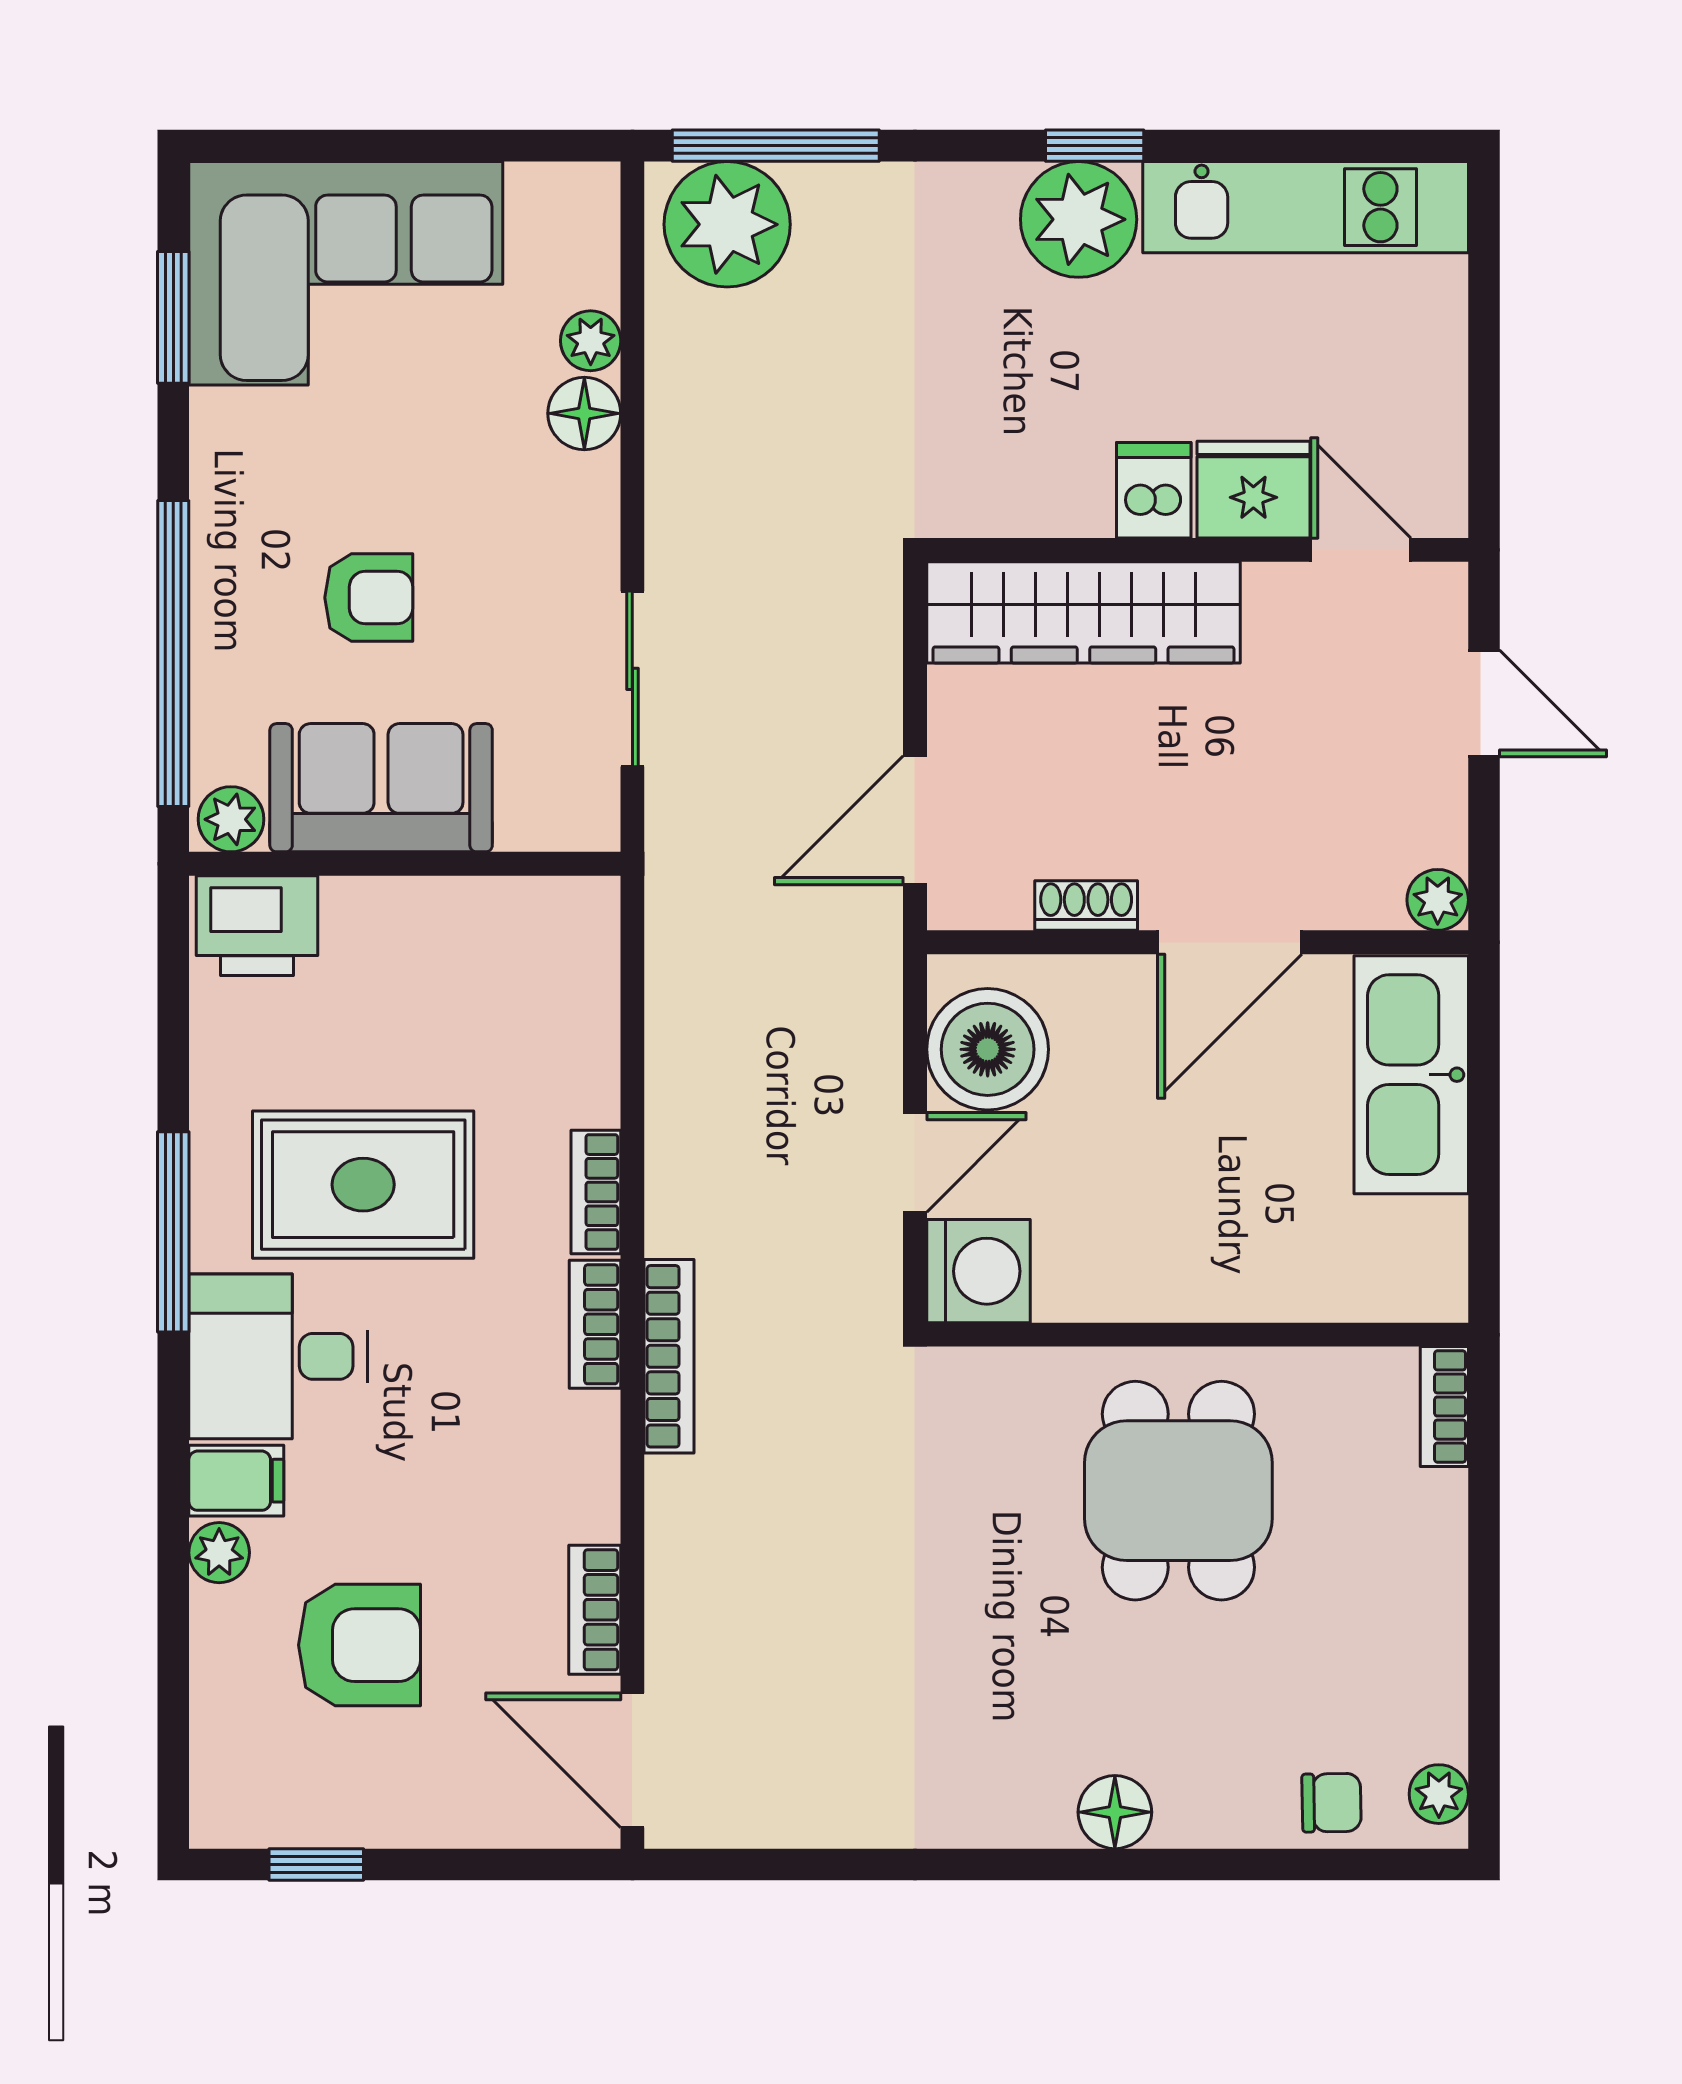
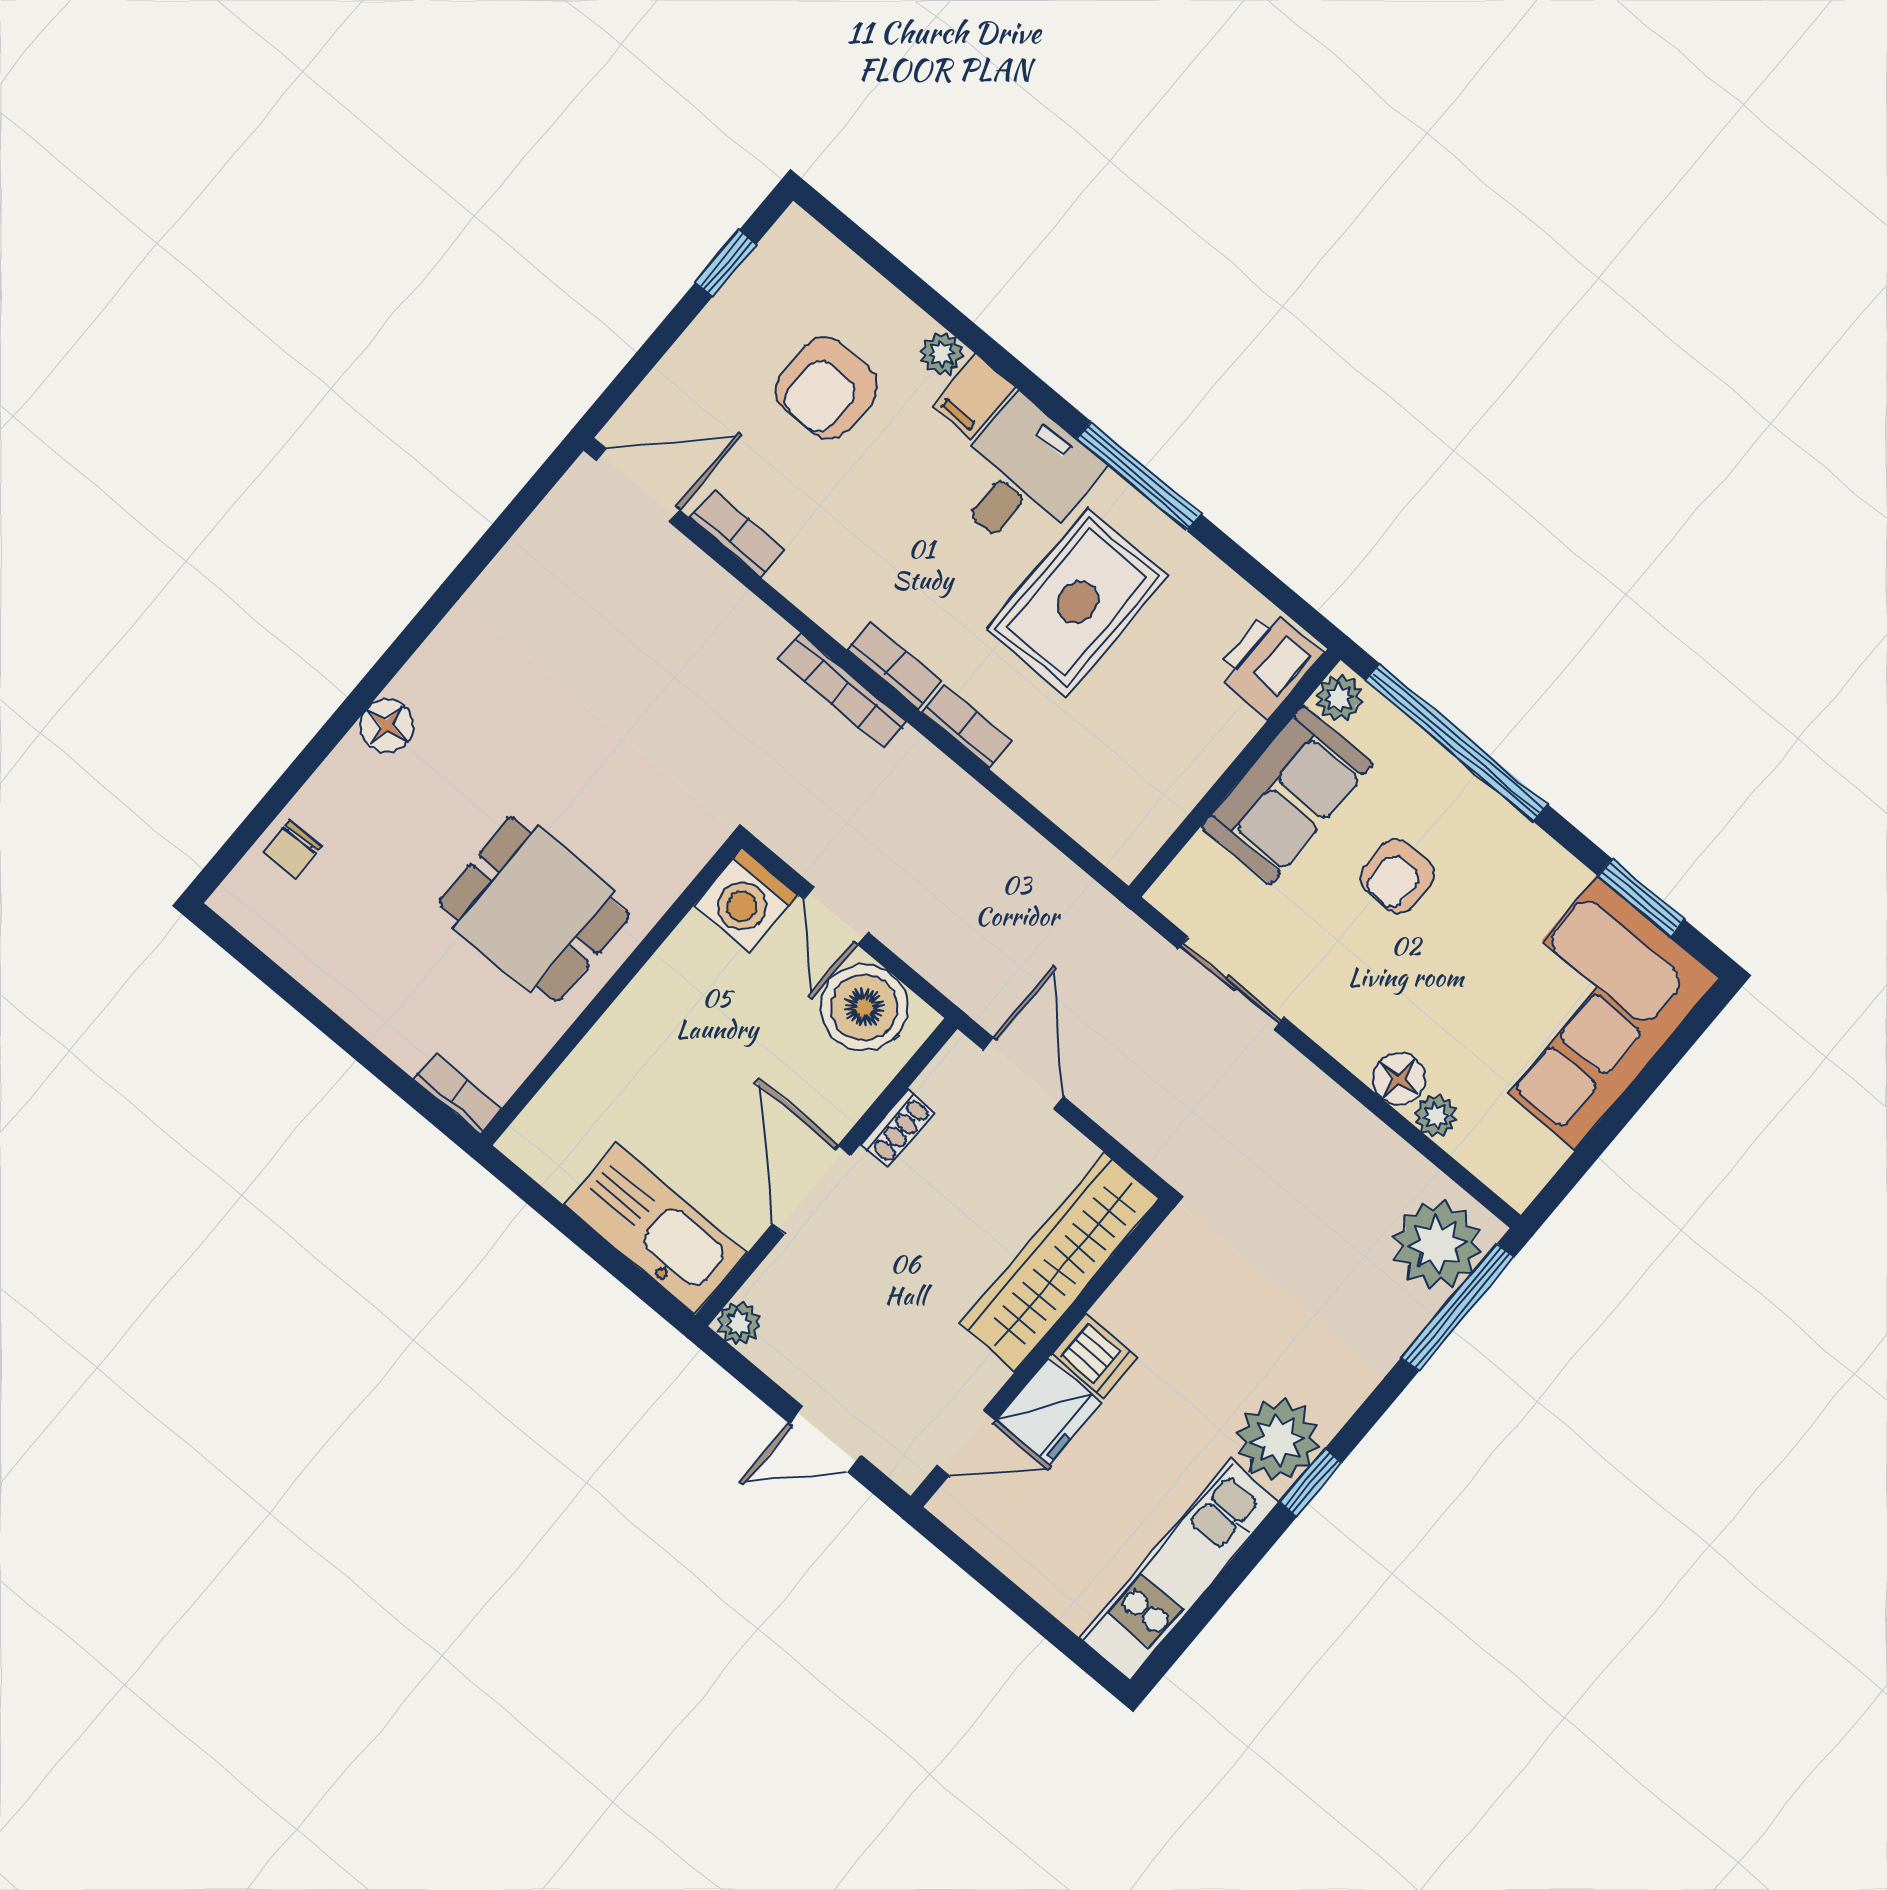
plant: (1439, 1794) -> (247, 912), removed

